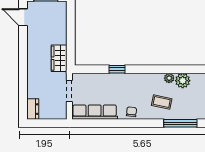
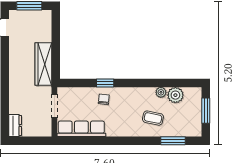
wardrobe: (59, 58) -> (43, 64), width x1.50
chair: (131, 112) -> (104, 99), moved
window: (180, 123) -> (173, 141), width x0.69

